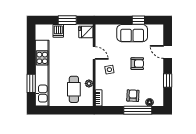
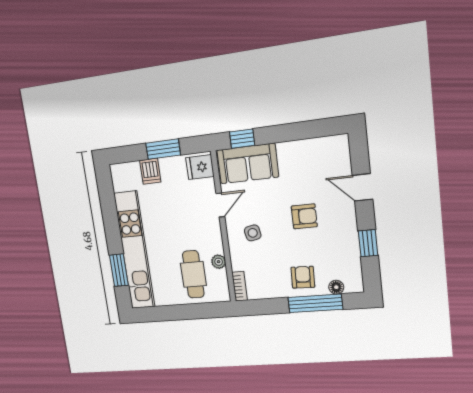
window: (138, 20) -> (242, 139), moved
sofa: (132, 33) -> (248, 164), moved
door: (94, 53) -> (220, 205), hinge flipped

